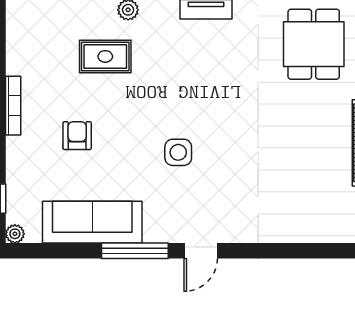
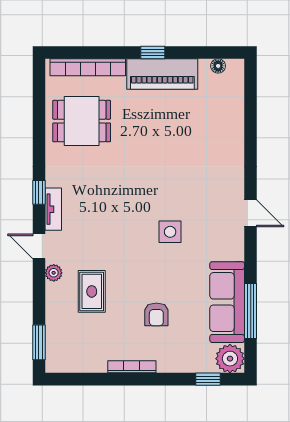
armchair: (77, 136) -> (156, 314), turned -90
plant: (15, 234) -> (230, 359), width x1.88, depth x1.88
window: (135, 251) -> (251, 311), moved

